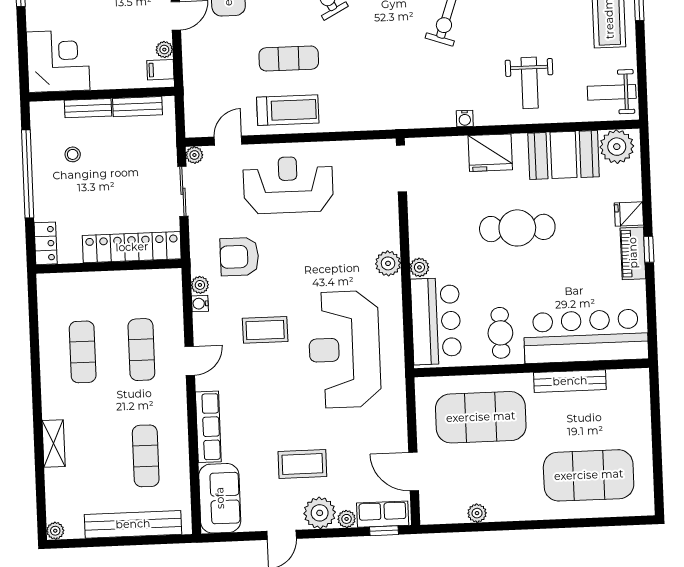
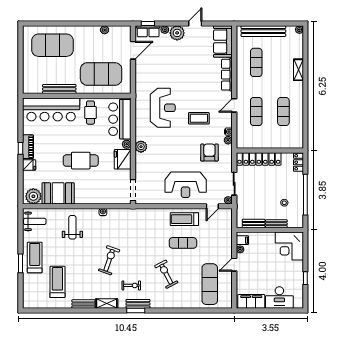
fridge: (490, 153) -> (123, 159), moved, turned -90
armchair: (239, 257) -> (209, 153), turned -90
reception desk: (344, 349) -> (163, 108), width x0.74, depth x0.77
coffee table: (302, 464) -> (184, 56), removed
door: (414, 472) -> (133, 50), hinge flipped

